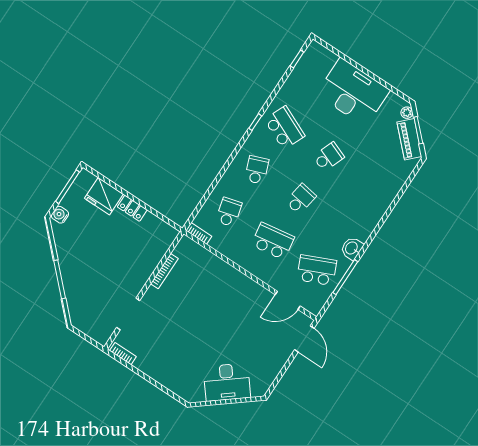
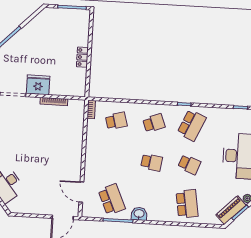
fridge: (104, 196) -> (38, 85), moved, turned 90
water cooler: (60, 215) -> (51, 13), removed
school desk: (273, 241) -> (187, 204), moved

